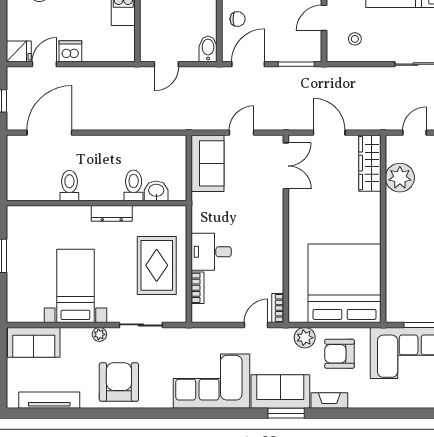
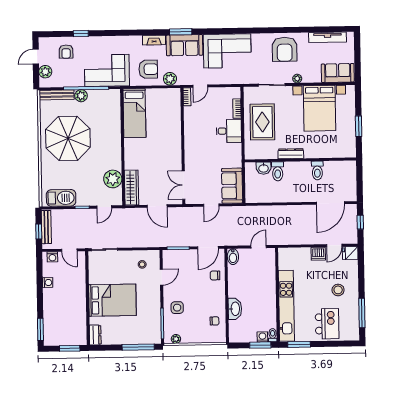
bed: (344, 283) -> (134, 113), width x0.49
bed with nightstands: (75, 286) -> (319, 108), width x1.36

